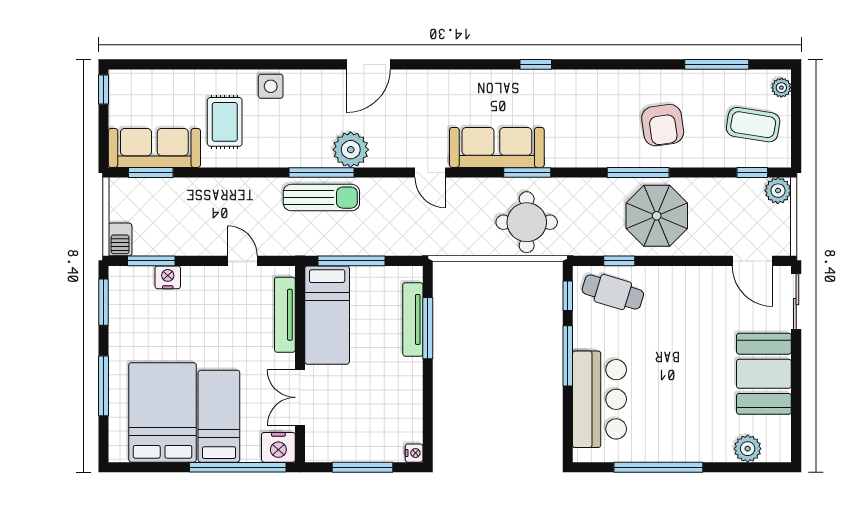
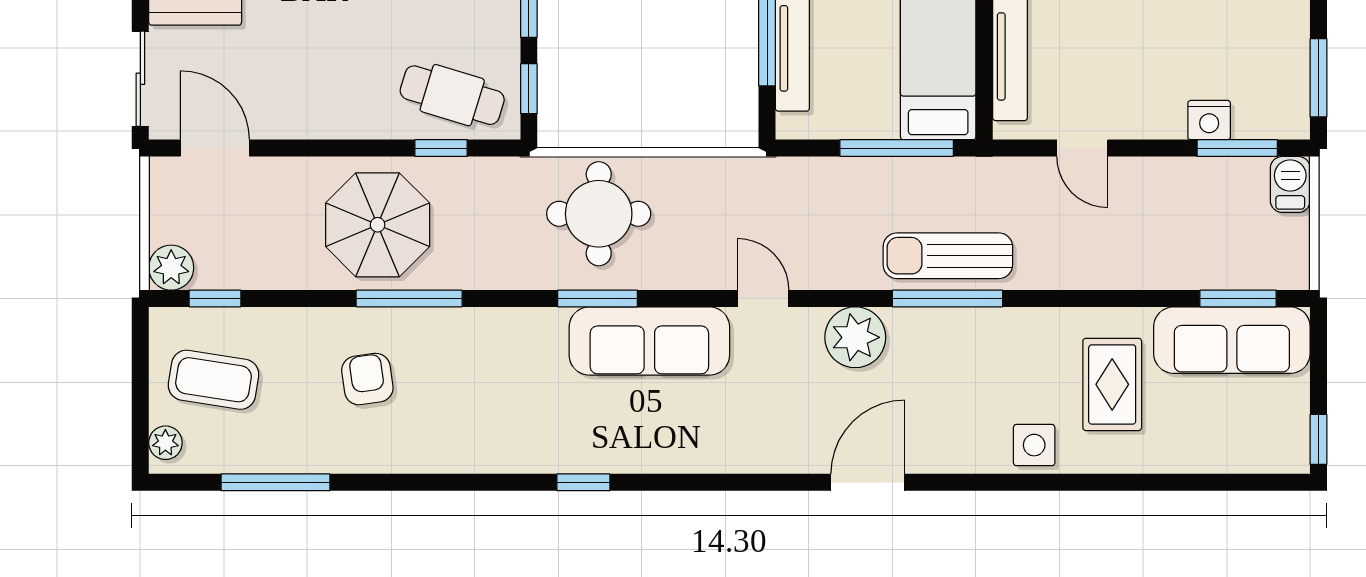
armchair: (663, 125) -> (367, 379), width x0.72, depth x0.72
plant: (351, 150) -> (855, 337), moved

